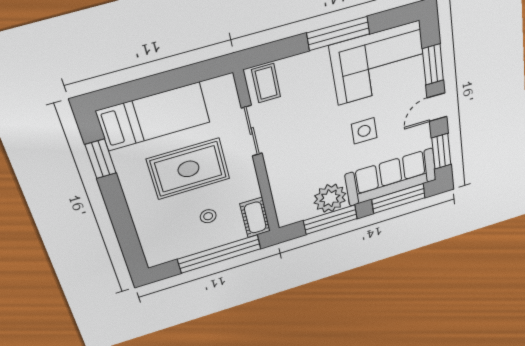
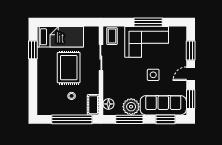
corner sofa: (378, 63) -> (147, 42), moved
rug: (188, 169) -> (69, 68), turned 90
window: (399, 199) -> (166, 119), width x0.69
floor lamp: (285, 207) -> (109, 104), added

